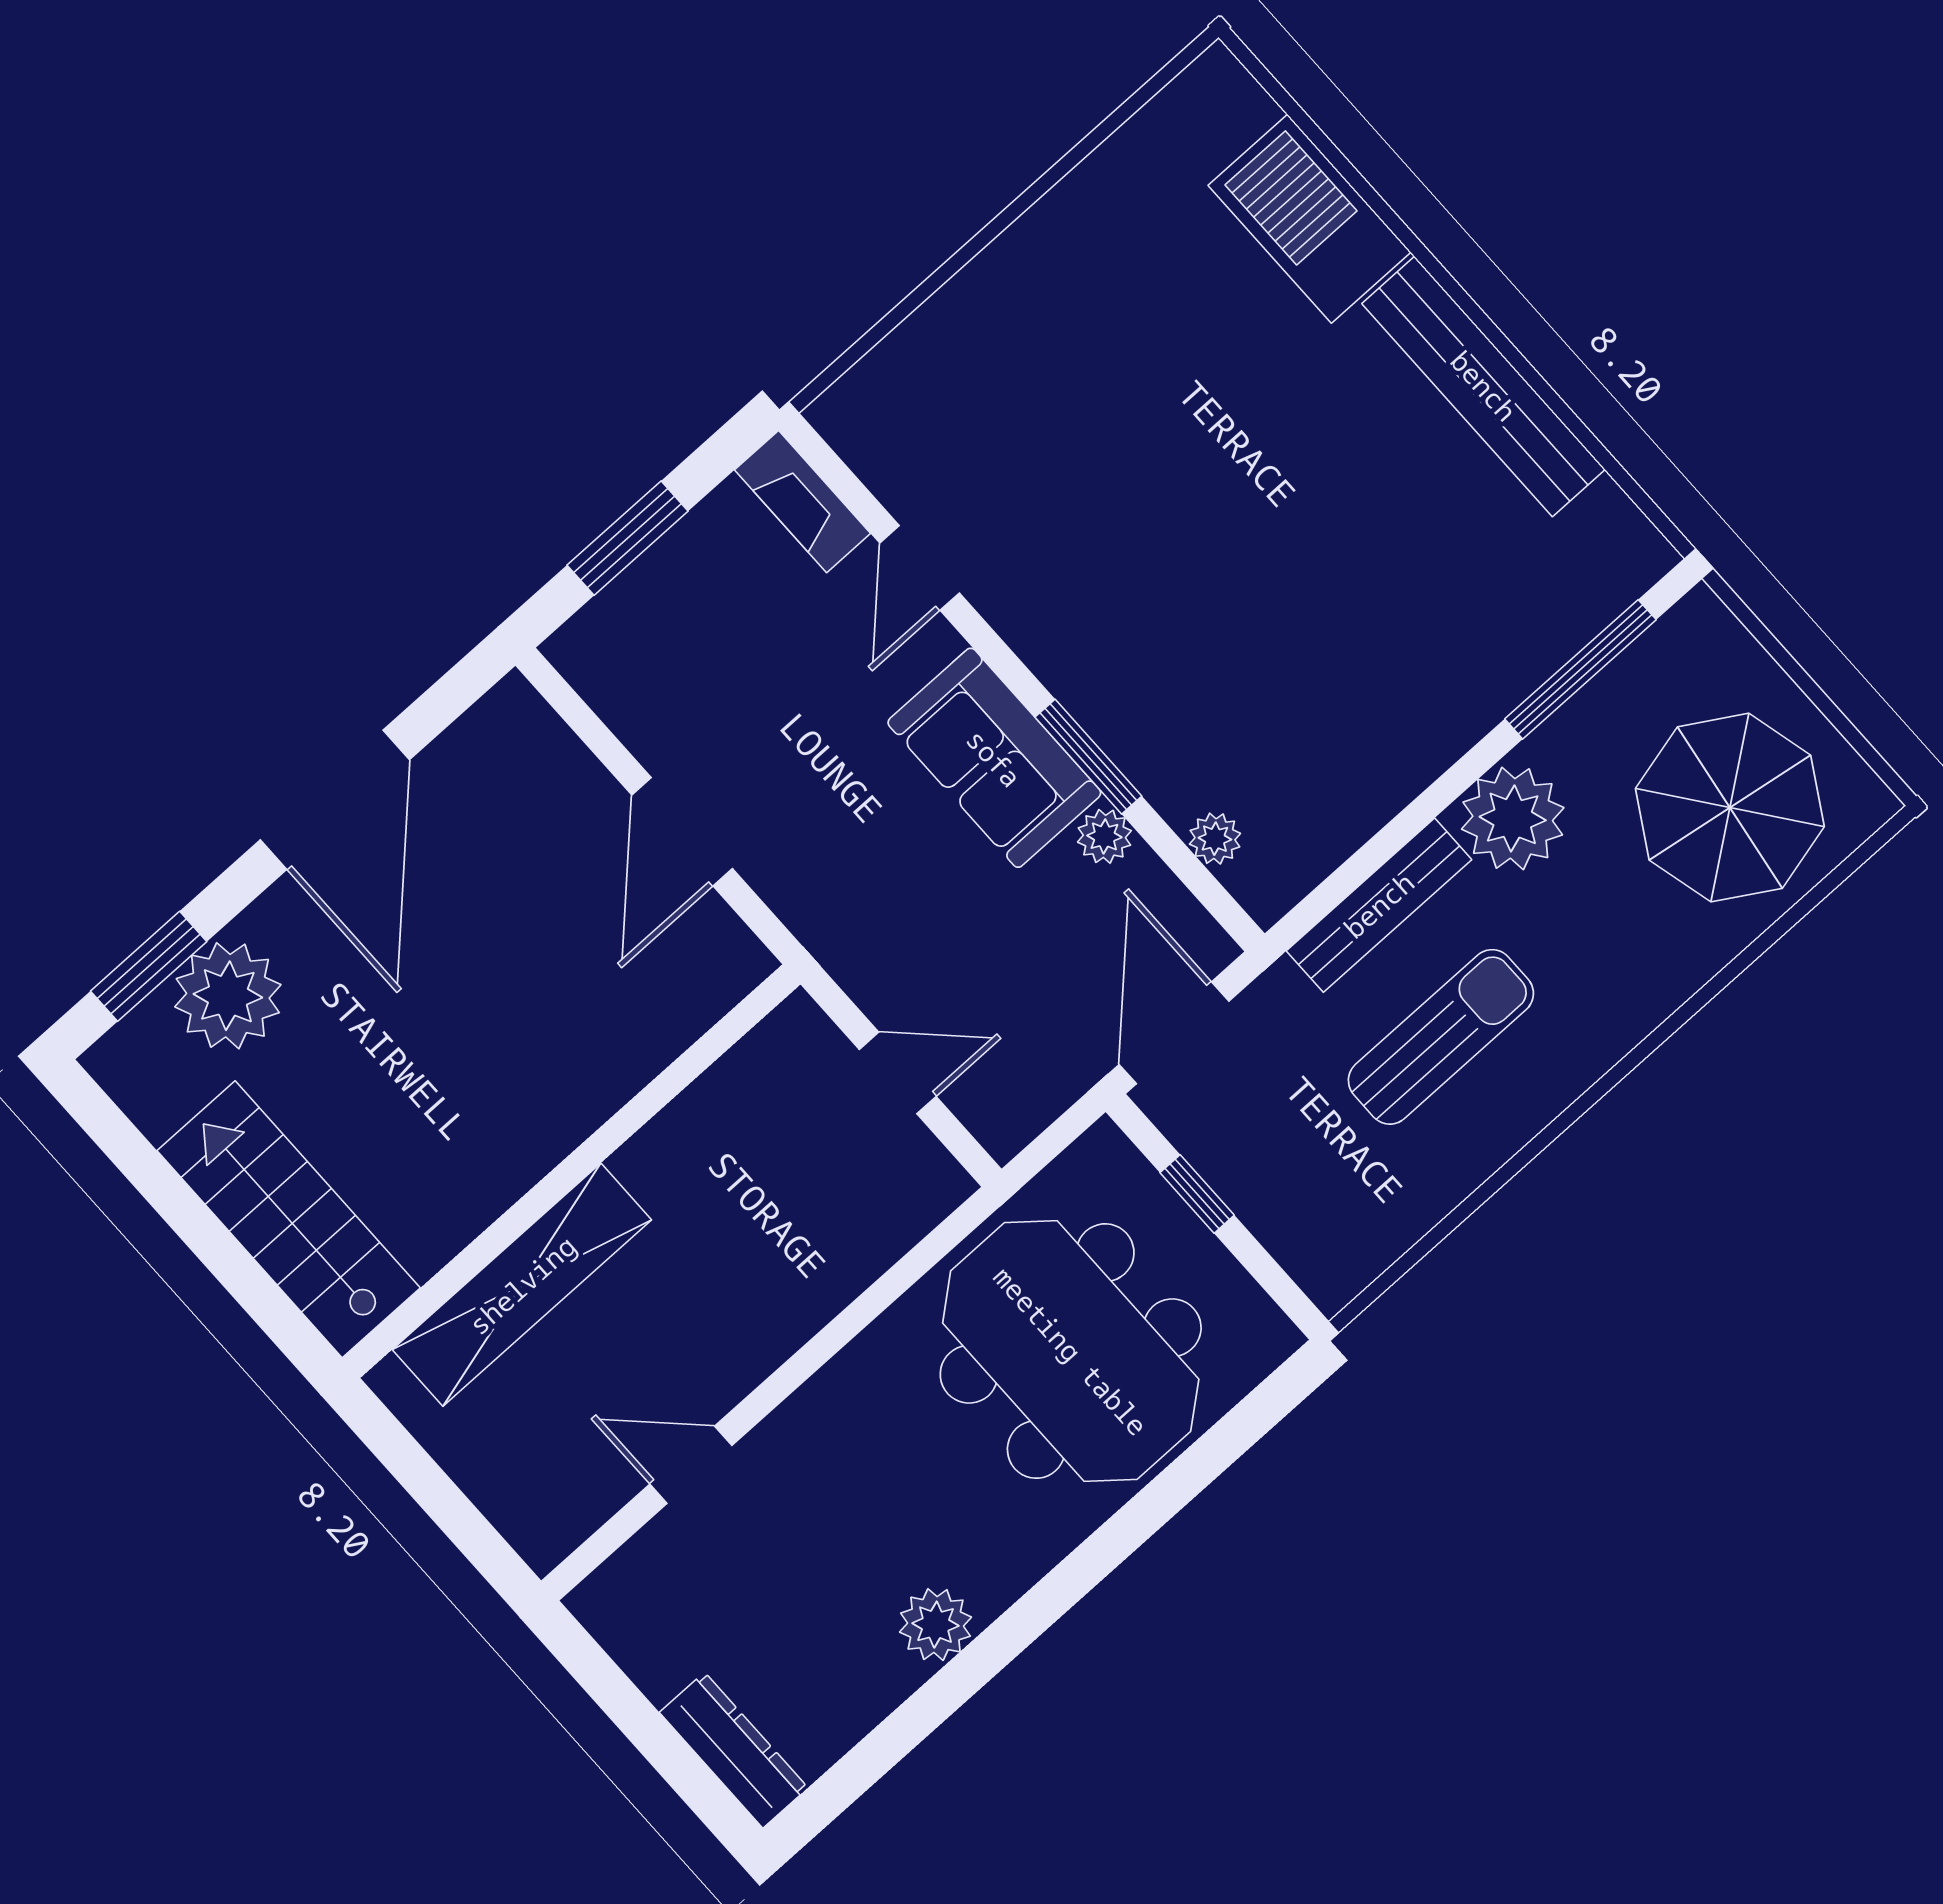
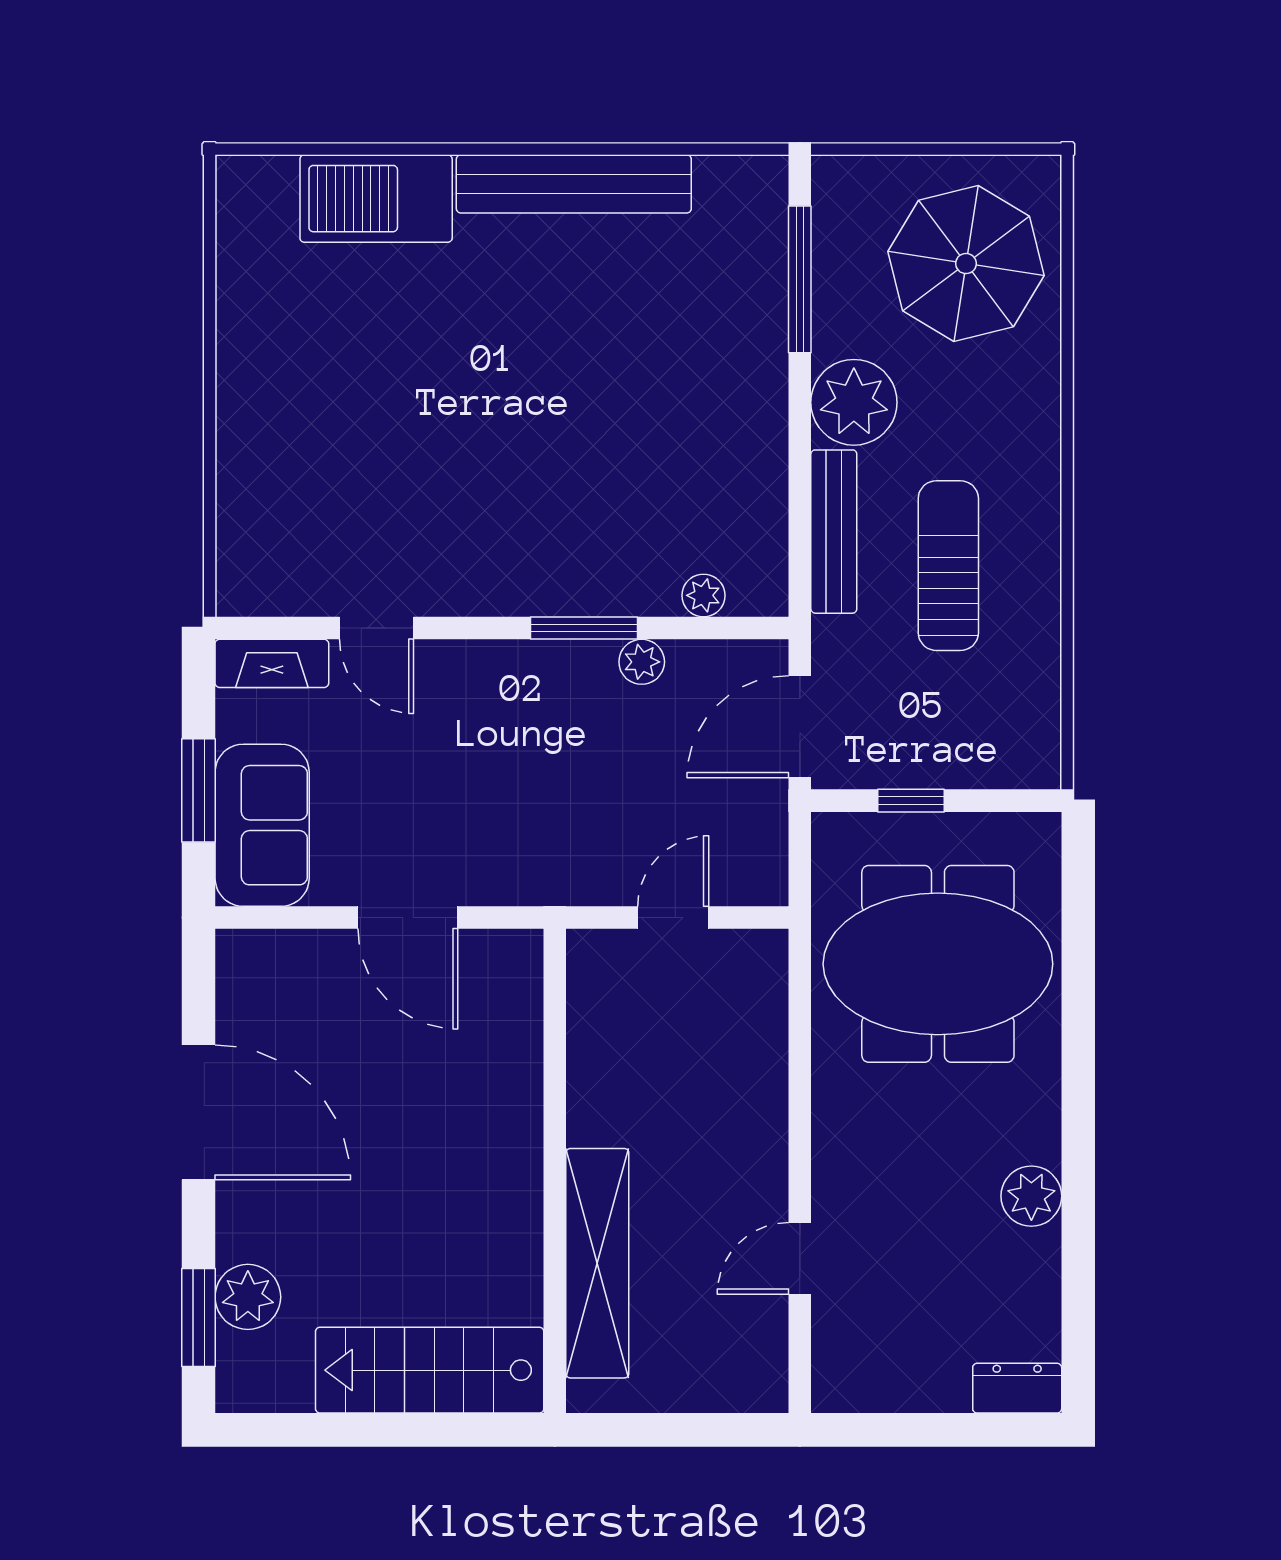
sofa: (994, 758) -> (262, 825), moved, turned -90
plant: (228, 996) -> (248, 1297), width x0.73, depth x0.73
door: (1174, 1033) -> (800, 727), hinge flipped
dresser: (734, 1750) -> (1017, 1388), width x0.70

